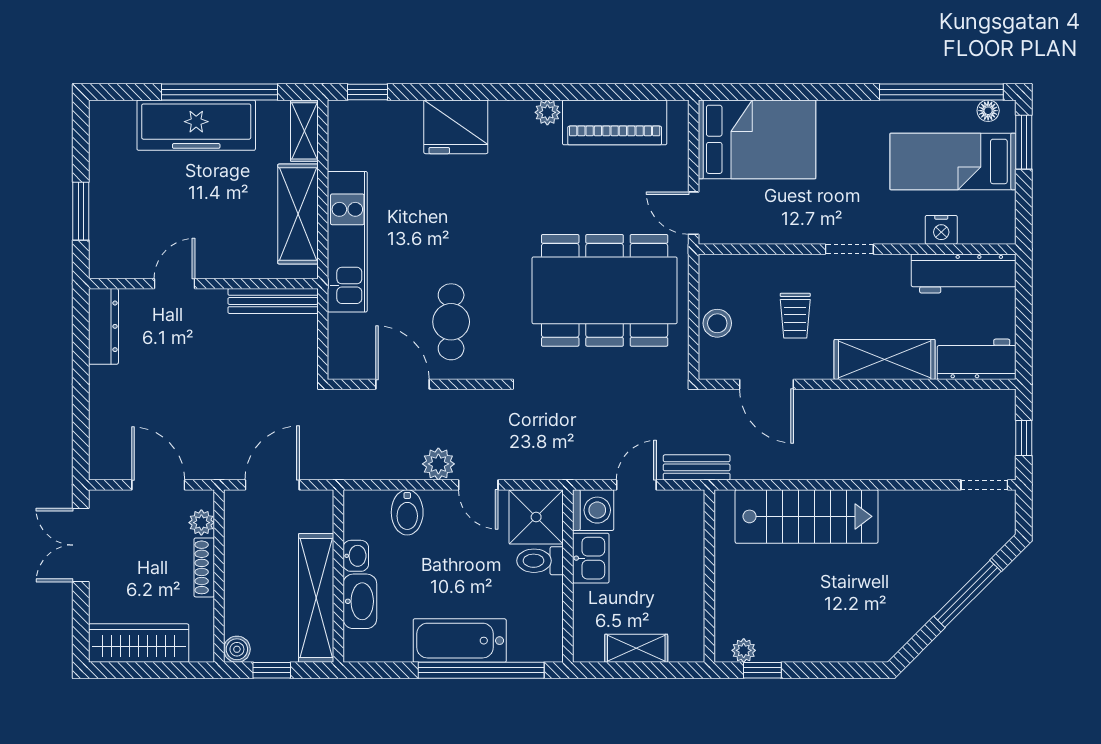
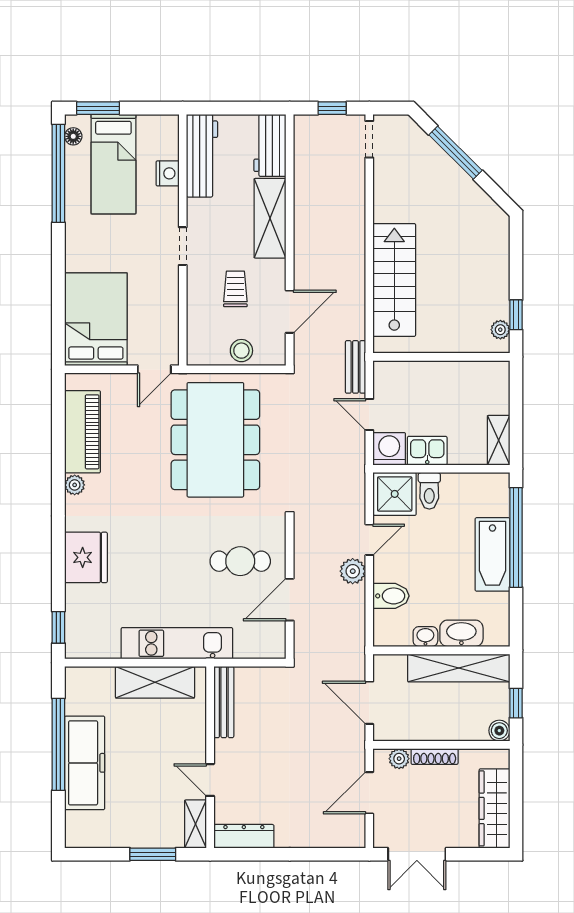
shelving: (304, 131) -> (196, 824), moved, turned 90
trolley: (795, 316) -> (235, 289), turned -90
shelving: (636, 648) -> (499, 440), moved

